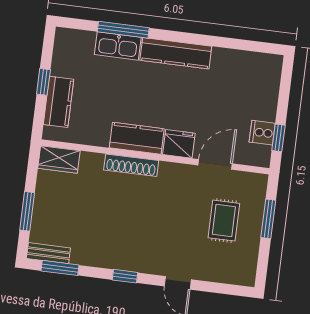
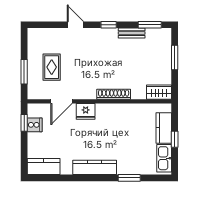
window: (123, 30) -> (129, 178), width x0.69
kitchen sink: (118, 46) -> (164, 158), moved, turned -90
kitchen counter: (137, 138) -> (44, 167), moved, turned 180
bench: (48, 253) -> (132, 33), moved

